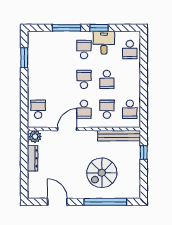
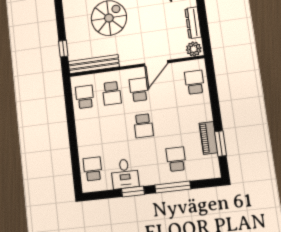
school desk: (84, 50) -> (176, 159), moved, turned 180
piano: (33, 63) -> (208, 138), added
school desk: (107, 79) -> (116, 129), removed
school desk: (38, 109) -> (194, 82), turned 180

